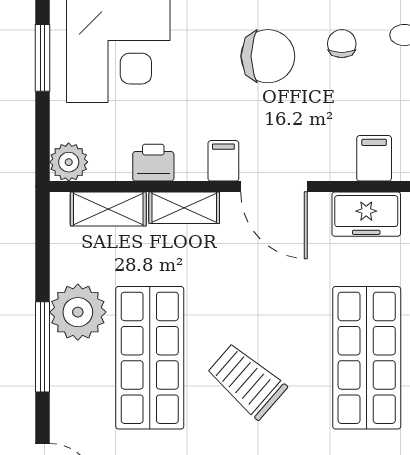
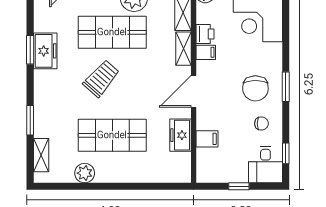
filing cabinet: (223, 161) -> (206, 52), moved

